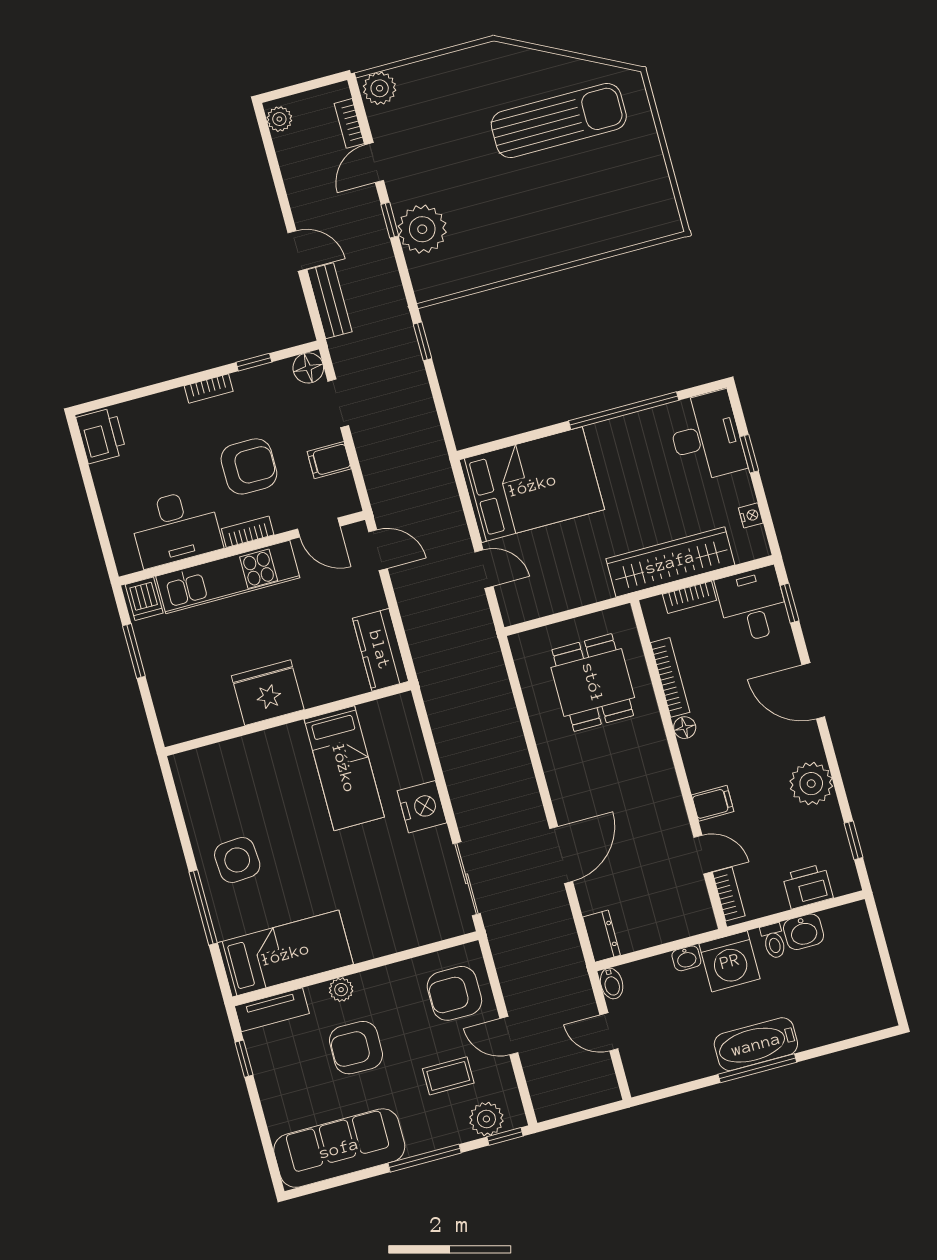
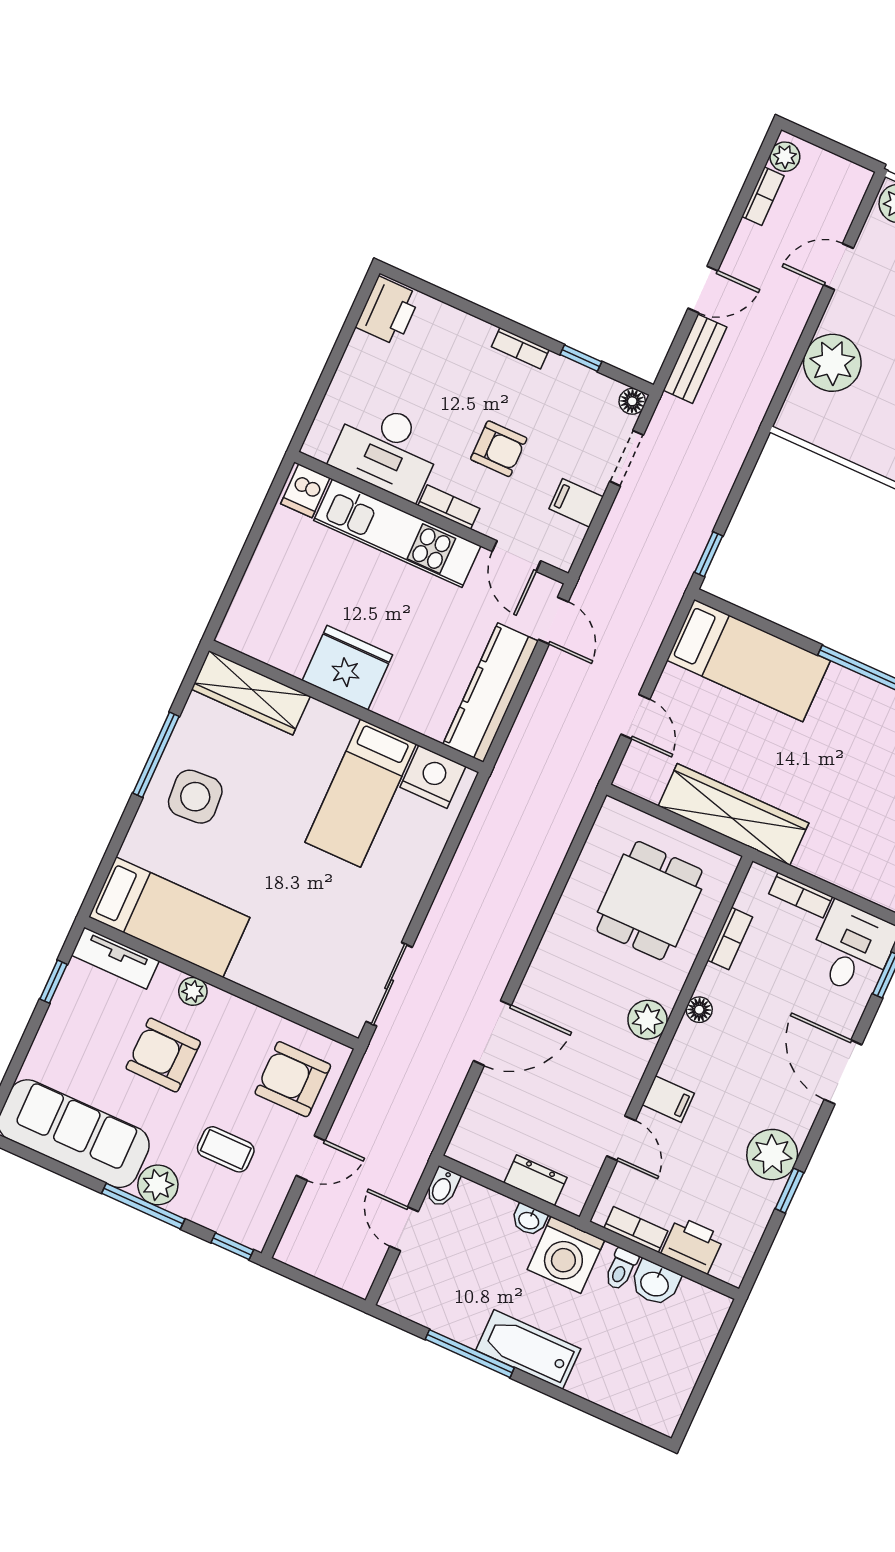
bookcase: (349, 123) -> (763, 196), moved, turned 180
window: (390, 220) -> (810, 330), removed
door: (297, 251) -> (703, 289), hinge flipped
window: (422, 341) -> (709, 554), moved
floor lamp: (308, 368) -> (632, 401), width x0.73, depth x0.73
armchair: (249, 466) -> (499, 449), width x0.72, depth x0.72
bed: (532, 485) -> (748, 660), width x0.67
wardrobe: (670, 562) -> (733, 814), moved
kitchen counter: (380, 650) -> (491, 693), width x1.50
window: (134, 651) -> (257, 530), removed
bookcase: (670, 677) -> (730, 939), width x0.64
wardrobe: (218, 761) -> (251, 693), added
plant: (656, 762) -> (647, 1020), added
nightstand: (422, 807) -> (433, 777), moved, turned -90
window: (854, 840) -> (789, 1191), moved
bookcase: (729, 894) -> (636, 1229), moved, turned -90
window: (203, 908) -> (156, 755), moved
dresser: (601, 936) -> (536, 1180), moved, turned -90
door: (509, 1036) -> (311, 1158), swing flipped
window: (757, 1068) -> (470, 1354), moved
plant: (486, 1119) -> (158, 1185), moved

